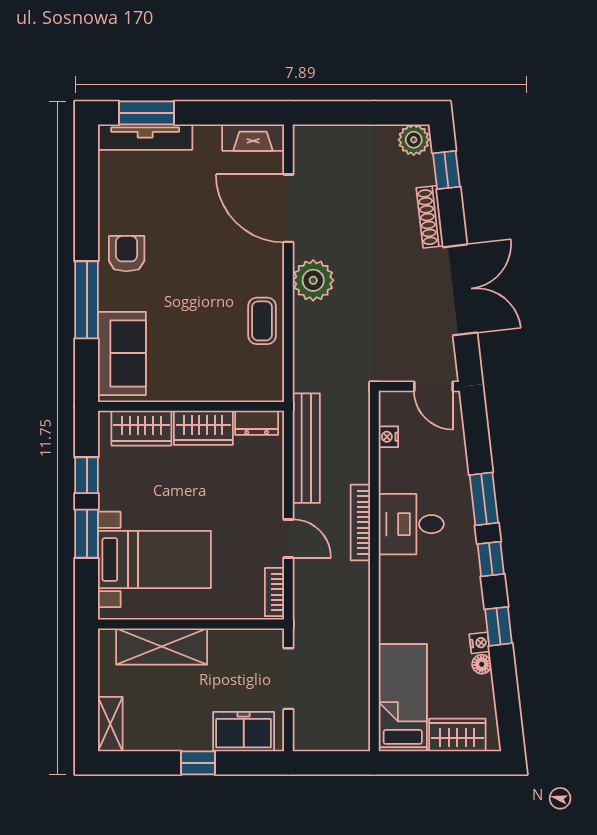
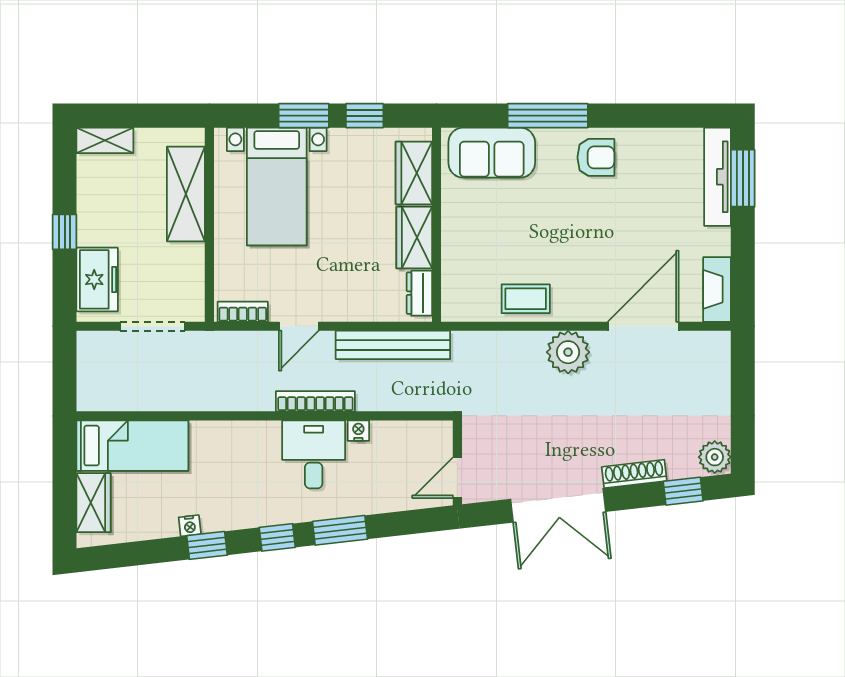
nightstand: (388, 437) -> (358, 431), moved
floor lamp: (482, 664) -> (167, 528), removed

